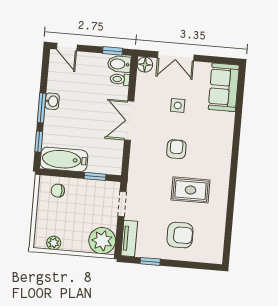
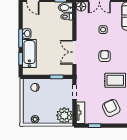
double door: (129, 121) -> (74, 52), moved
bathtub: (64, 159) -> (29, 54), moved, turned 90
armchair: (180, 235) -> (111, 108), turned -116

